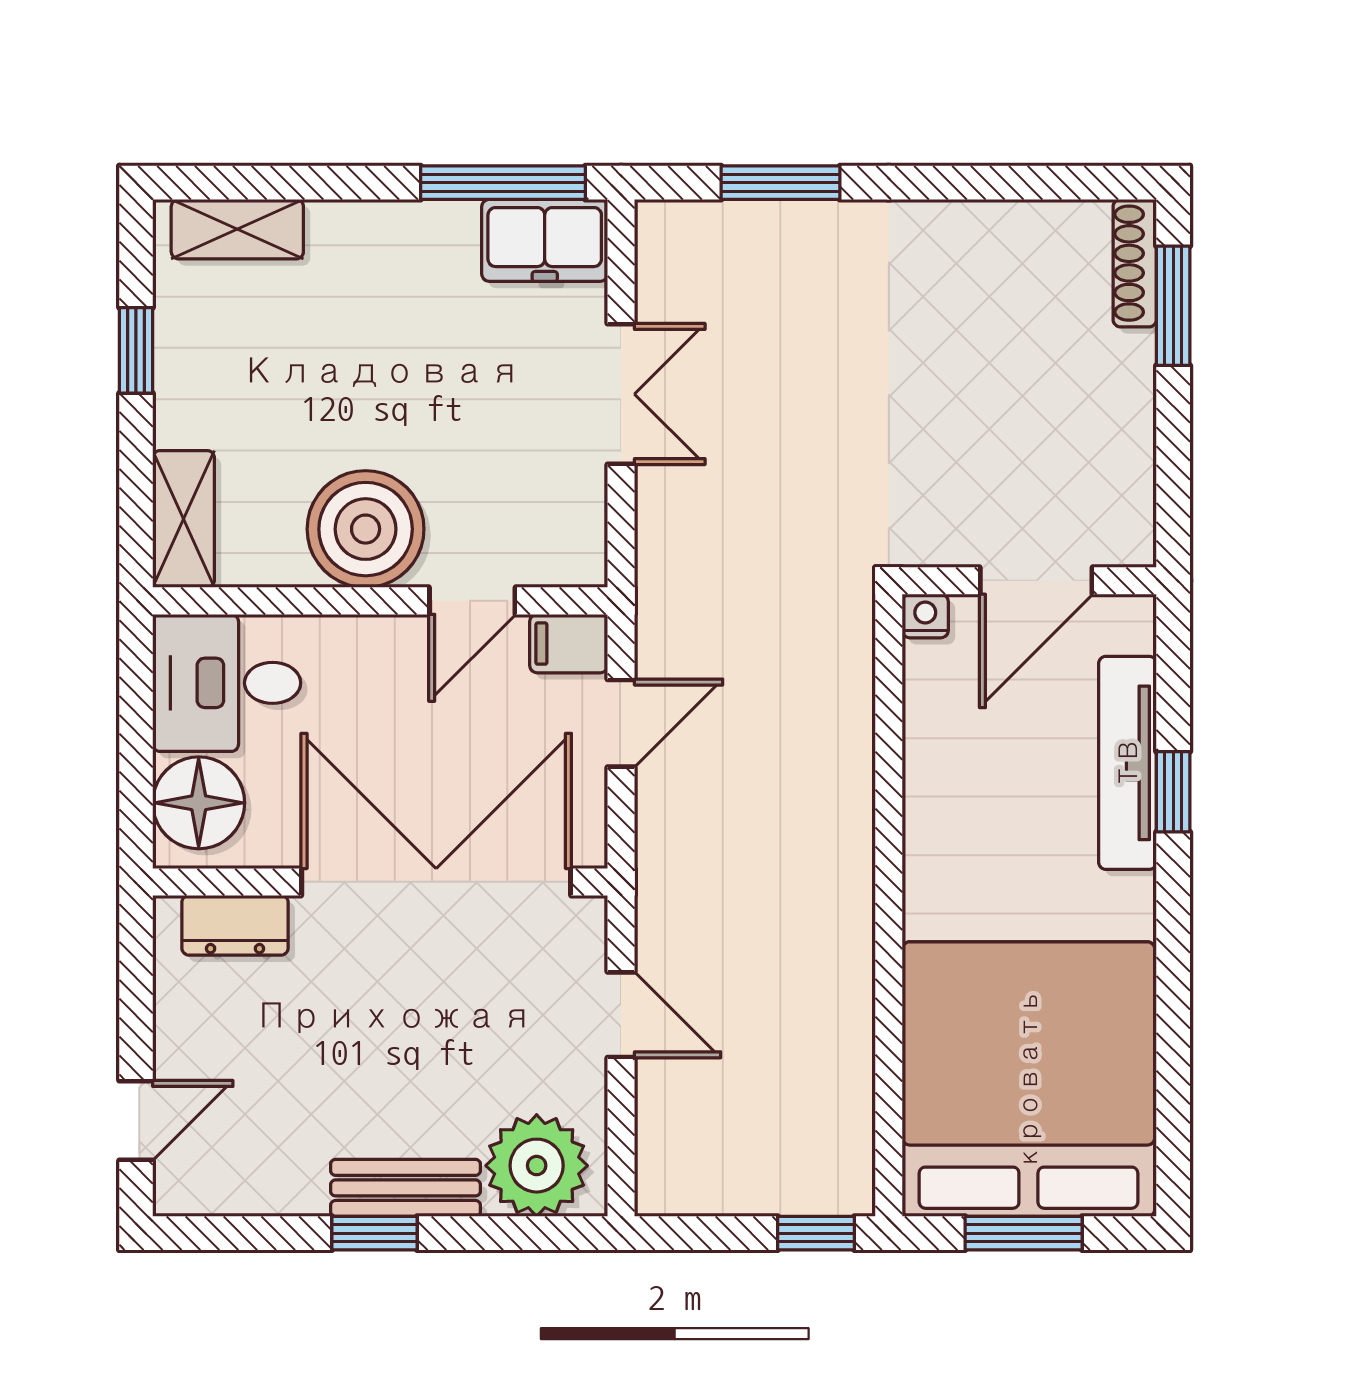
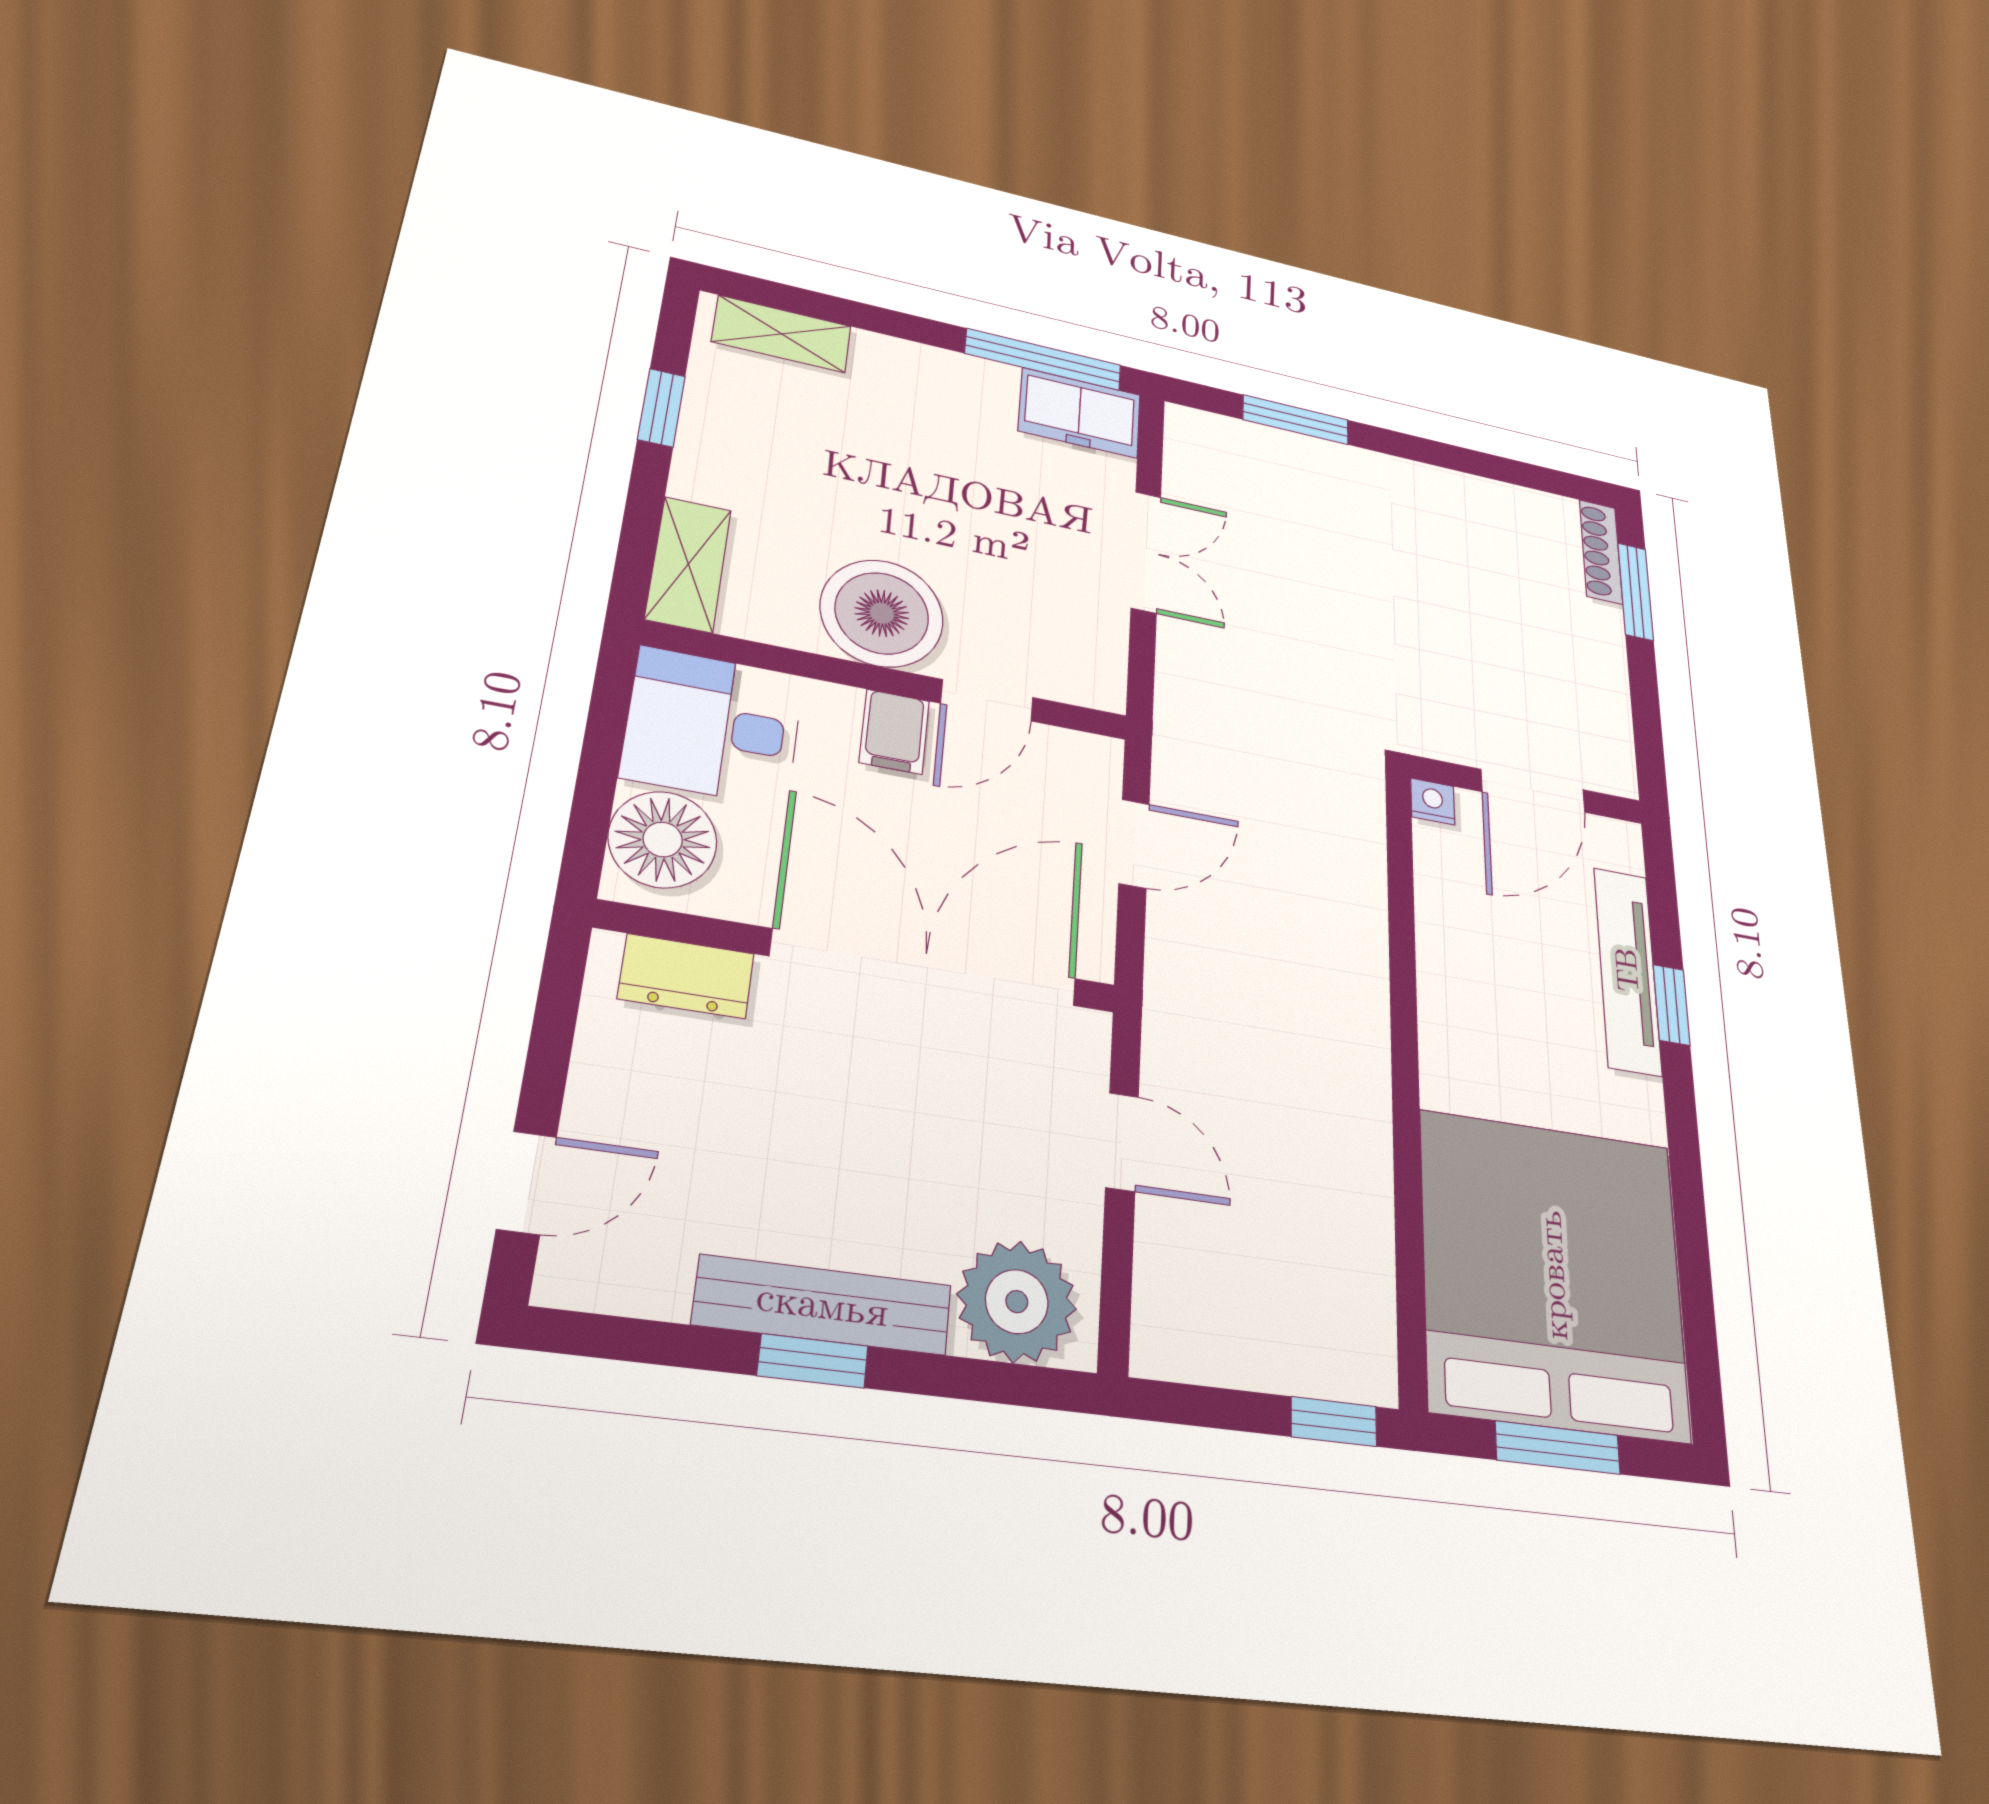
filing cabinet: (569, 644) -> (894, 732), moved, turned -90
bench: (406, 1188) -> (823, 1305), width x1.36

